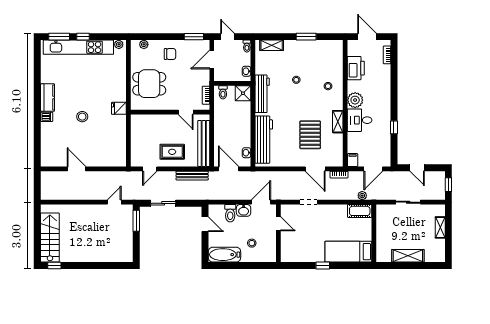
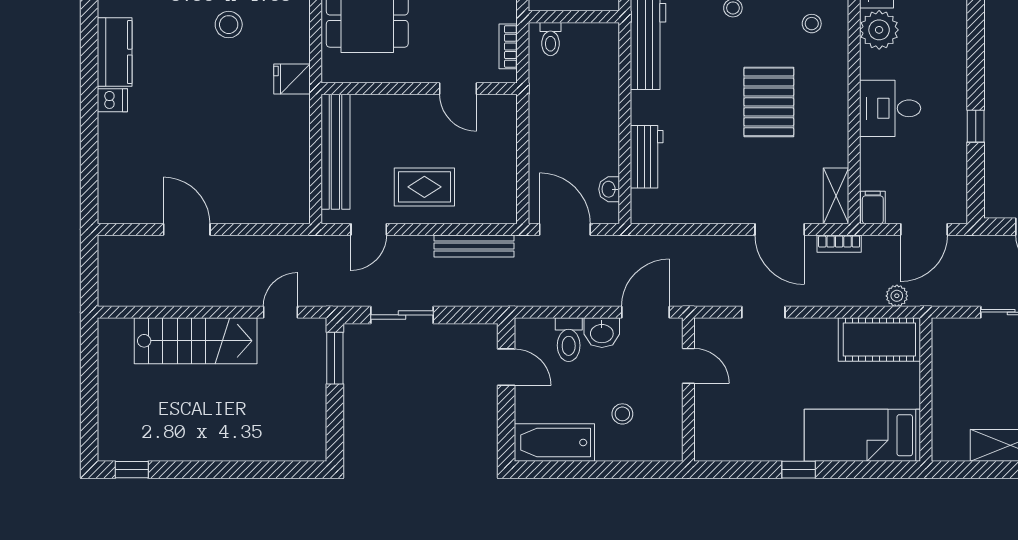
shower: (243, 93) -> (600, 41), removed
plant: (355, 100) -> (879, 30), moved
stool: (82, 117) -> (229, 25), moved
shelving: (338, 122) -> (836, 196), moved
pallet: (310, 135) -> (769, 102), moved
workbench: (264, 140) -> (647, 157), width x0.53, depth x0.76
bench: (204, 143) -> (335, 152), moved
cot: (360, 211) -> (879, 340), width x1.37, depth x1.34
stairs: (50, 238) -> (196, 341), moved, turned 90

